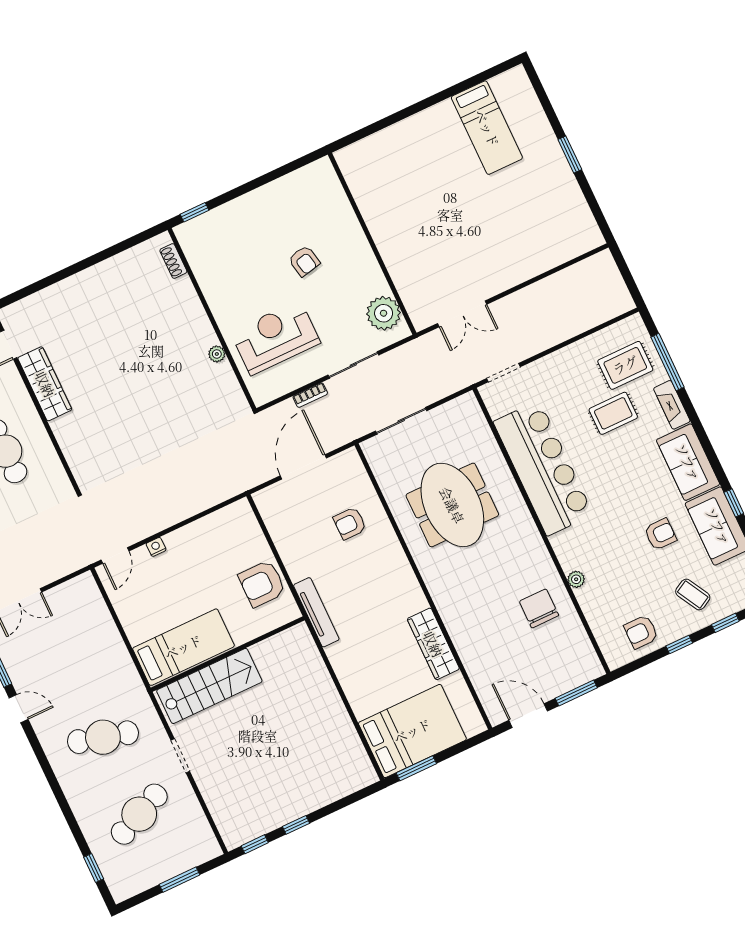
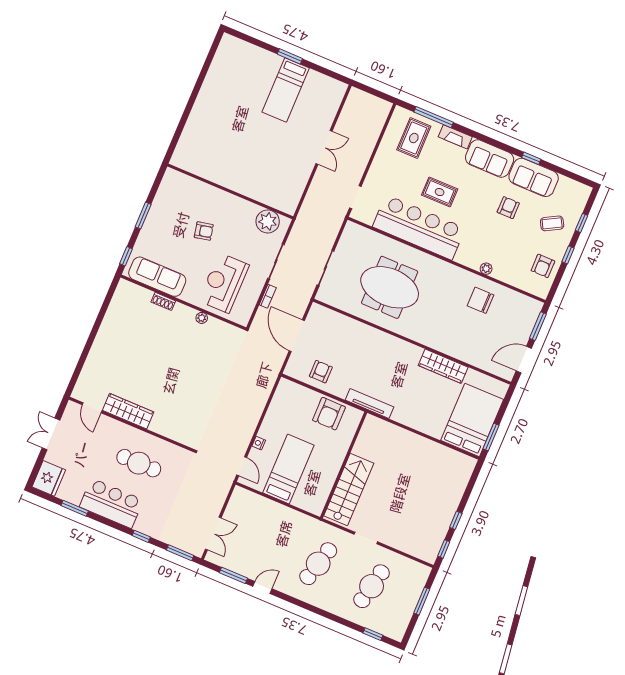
bed: (487, 128) -> (286, 90), moved, turned 90
window: (253, 185) -> (143, 216), added
shoe rack: (173, 261) -> (163, 301), moved
sofa: (209, 265) -> (157, 277), added
double door: (462, 314) -> (324, 147), moved
rug: (613, 413) -> (440, 192), moved, turned 90
armchair: (350, 523) -> (321, 372), moved, turned 180
bed: (183, 647) -> (288, 469), moved
cafe table: (139, 814) -> (372, 586), turned 36

